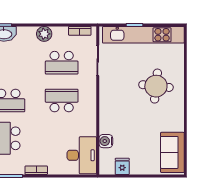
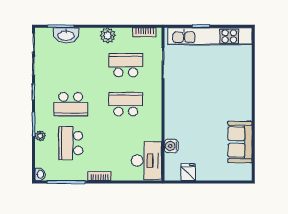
school desk: (62, 63) -> (126, 65), turned 180
round table: (156, 86) -> (223, 89), removed
sofa: (172, 152) -> (240, 142), moved

